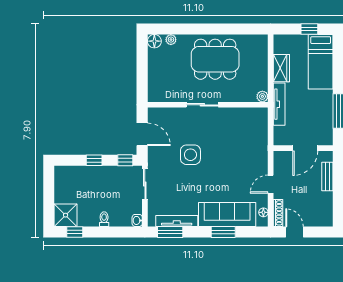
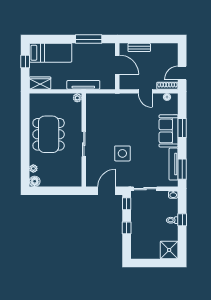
wardrobe: (281, 68) -> (40, 83), moved
sofa: (227, 214) -> (169, 131), width x0.73
window: (75, 232) -> (182, 220), moved

